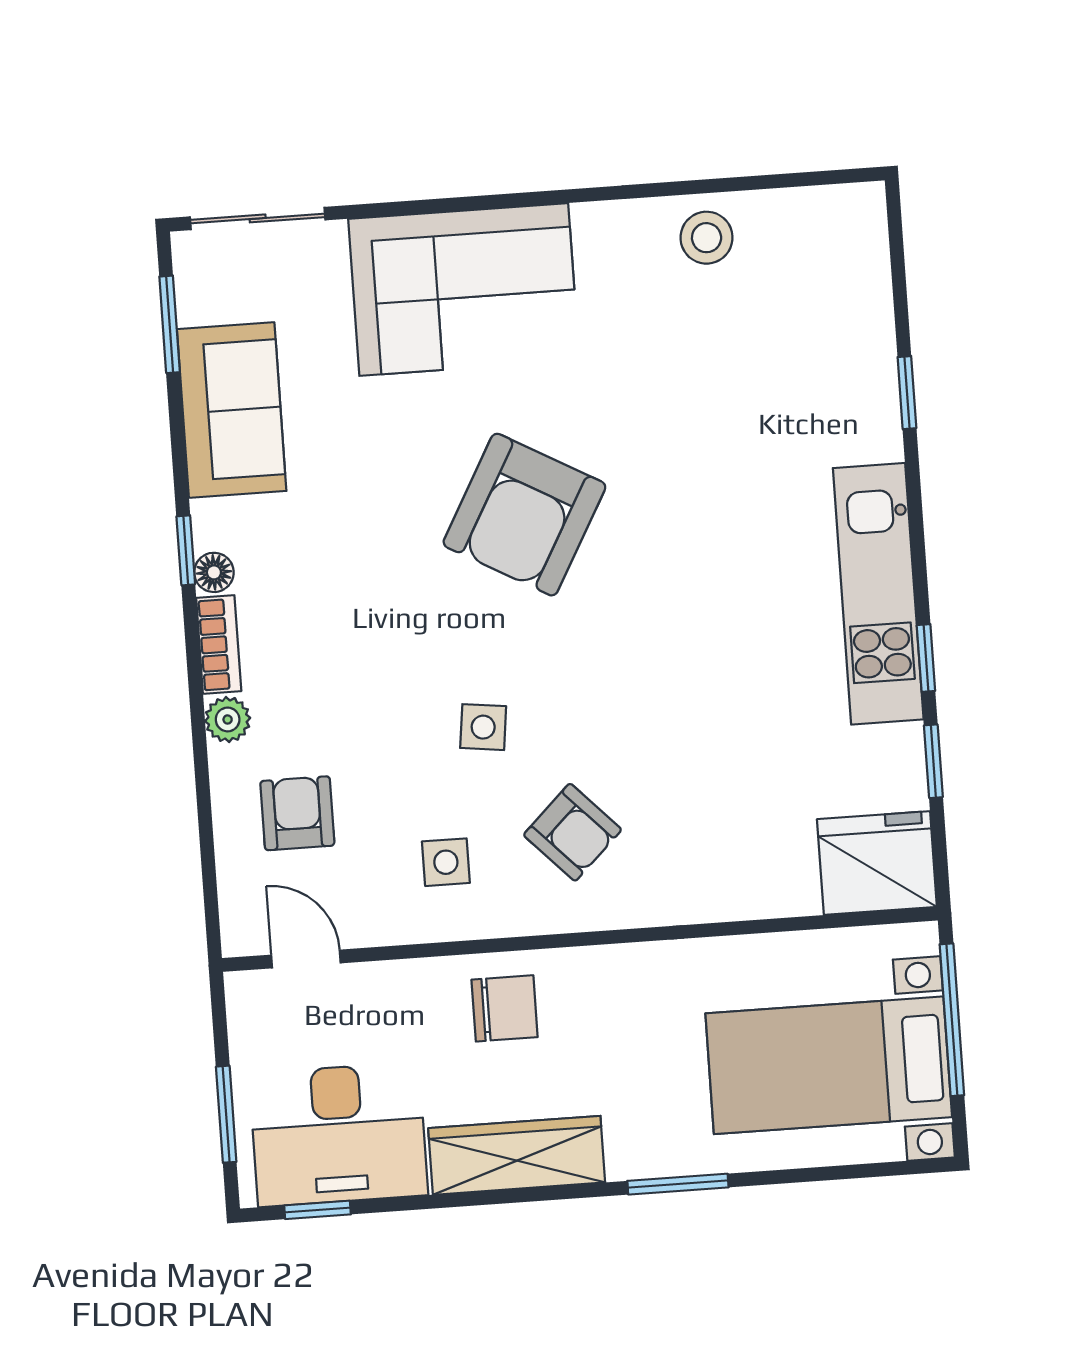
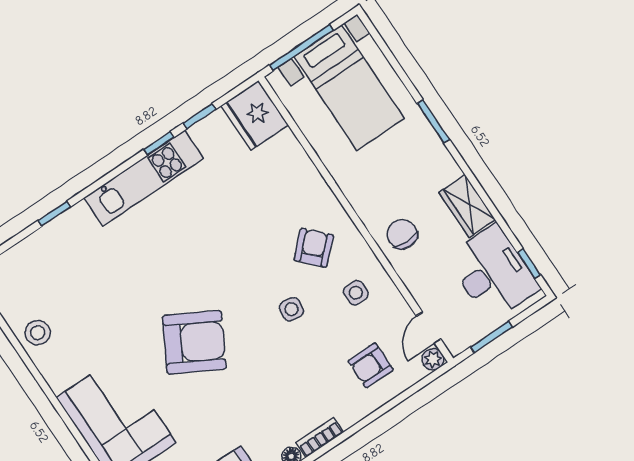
plant: (228, 719) -> (433, 359), moved
window: (226, 1114) -> (491, 337), moved
wardrobe: (517, 1155) -> (467, 206), width x0.67

